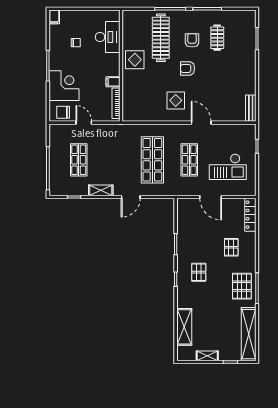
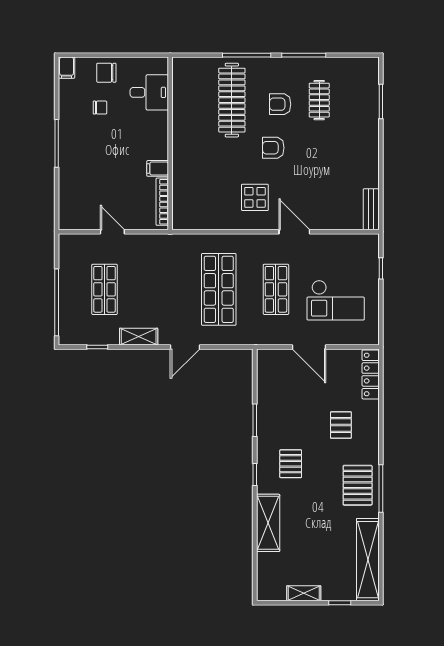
desk: (108, 37) -> (149, 92), width x0.73
armchair: (192, 40) -> (280, 104), turned -90
display table: (135, 60) -> (192, 134), removed
corner desk: (64, 86) -> (82, 174), removed
chair: (63, 112) -> (106, 73), moved
shelving: (184, 327) -> (268, 523), moved

